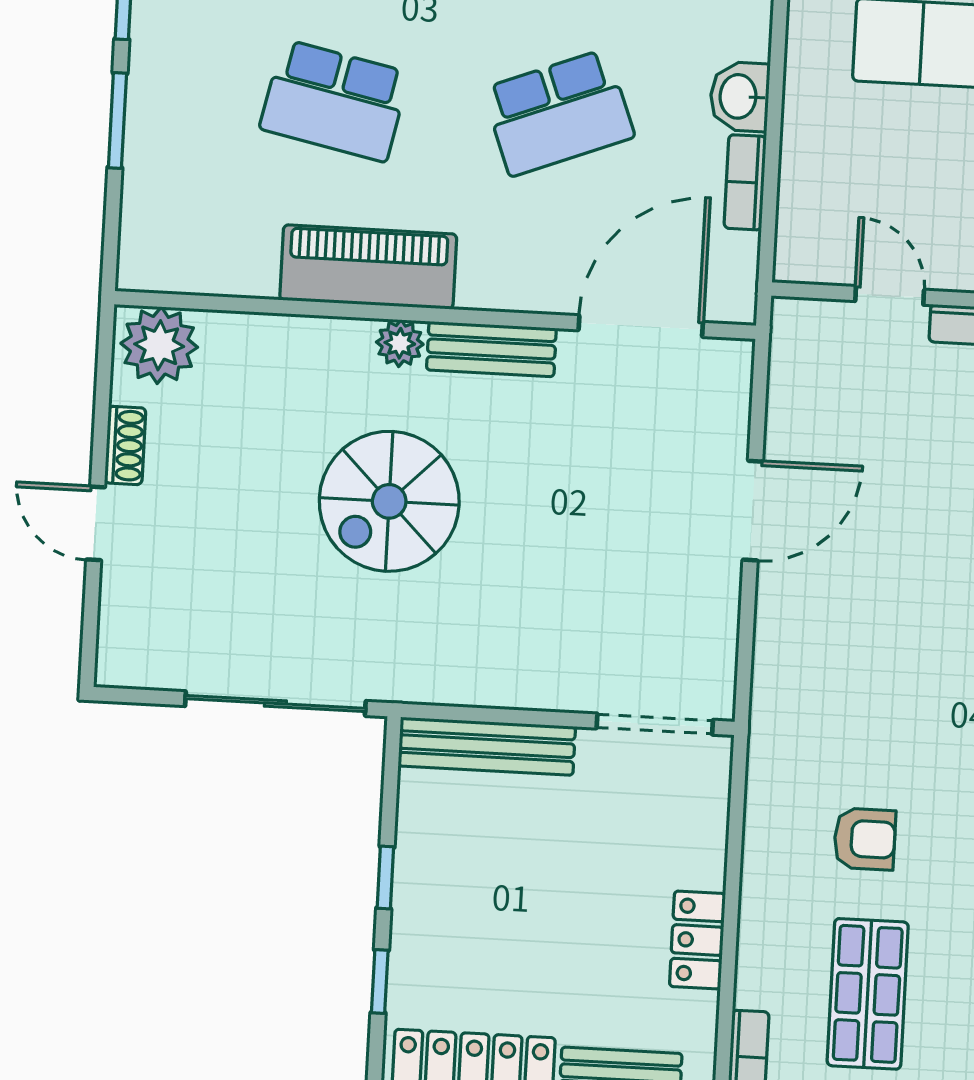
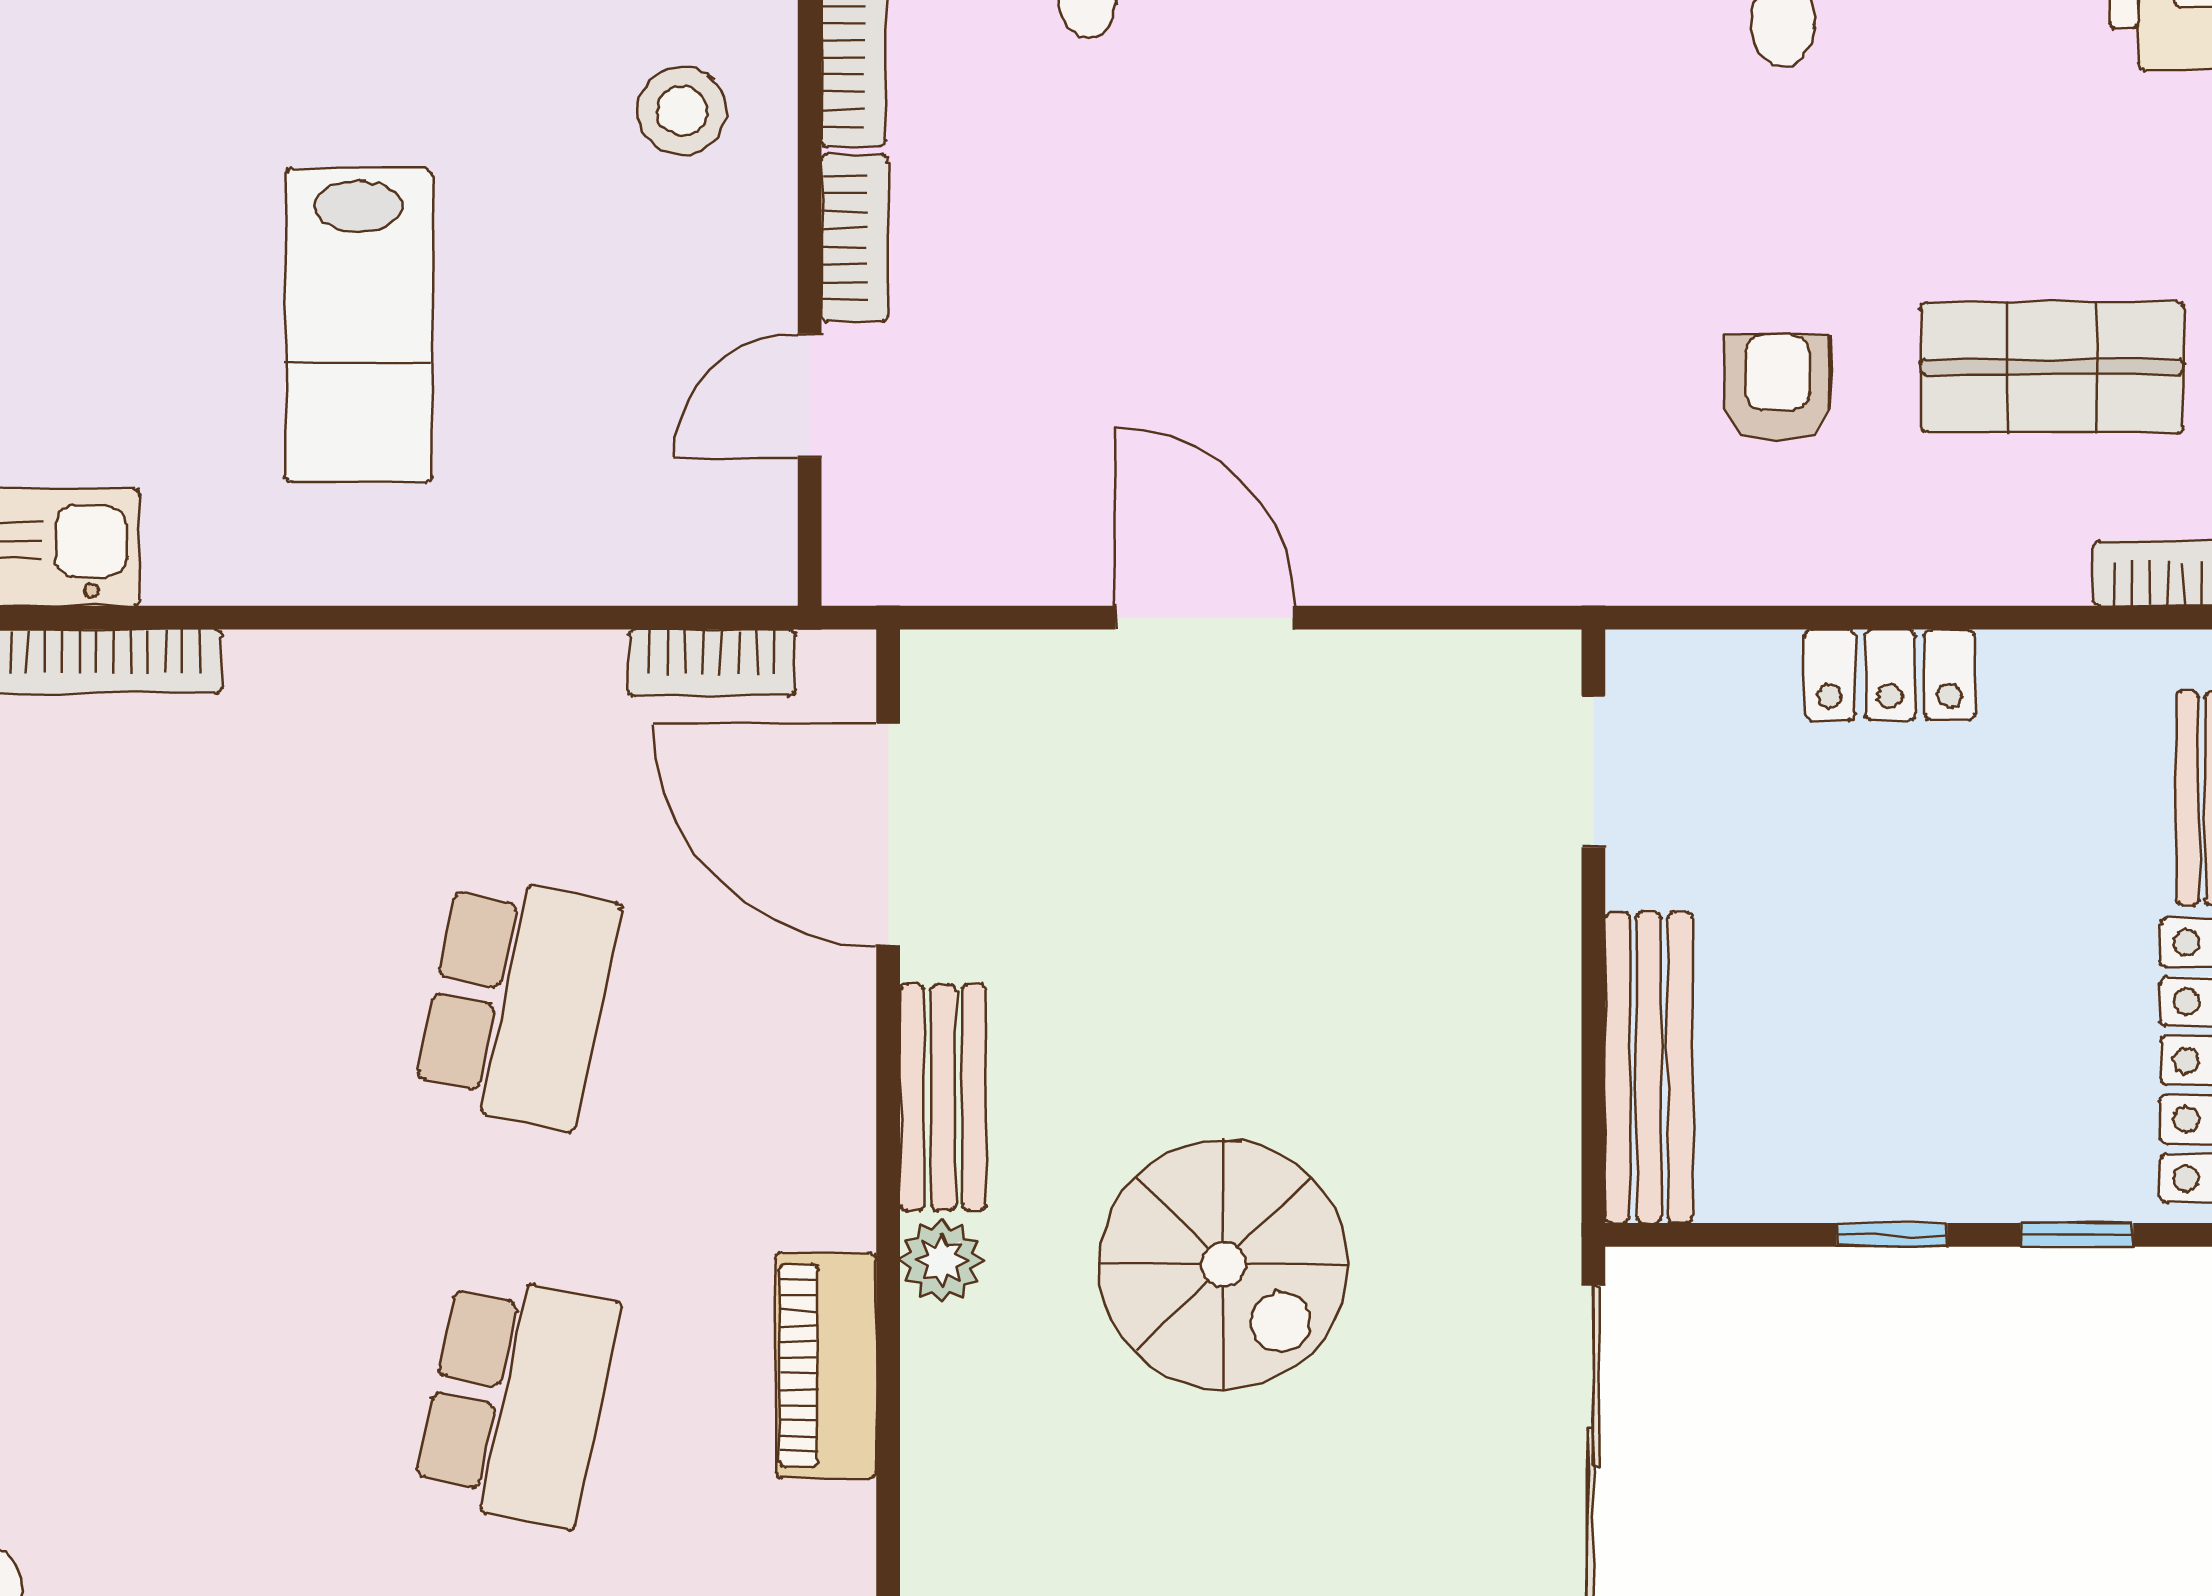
washbasin: (740, 97) -> (471, 681), removed
school desk: (558, 113) -> (517, 1001), turned 33
bookcase: (745, 182) -> (712, 663), moved
piano: (368, 267) -> (826, 1365), width x0.73, depth x0.75
doorway: (655, 724) -> (1593, 772), width x0.73
locker: (697, 940) -> (1890, 675), moved

